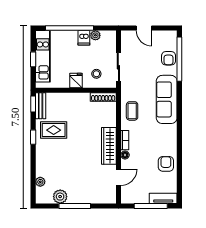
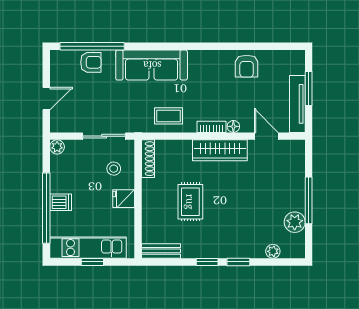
plant: (95, 35) -> (57, 147), moved
dishwasher: (84, 38) -> (61, 202), moved
window: (33, 104) -> (238, 262), moved
rug: (54, 130) -> (190, 202), moved
armchair: (166, 164) -> (247, 66), turned -90
tv unit: (163, 198) -> (297, 104), moved, width x1.41
window: (151, 206) -> (309, 88), width x0.69

